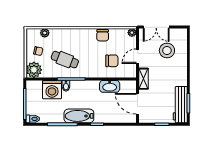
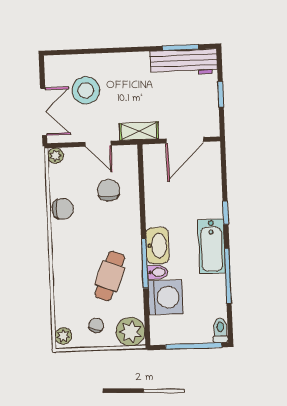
plant: (45, 33) -> (63, 336), moved
washbasin: (110, 86) -> (157, 246), moved

